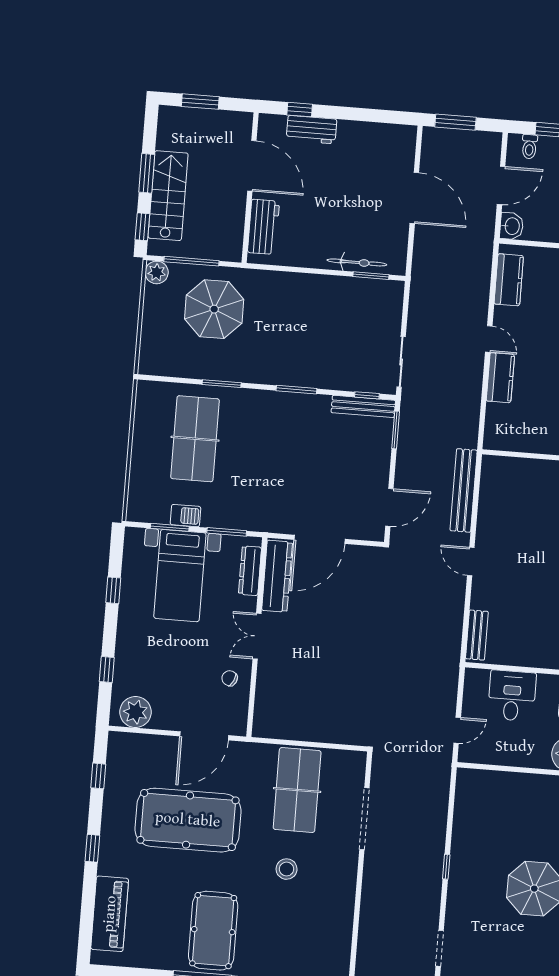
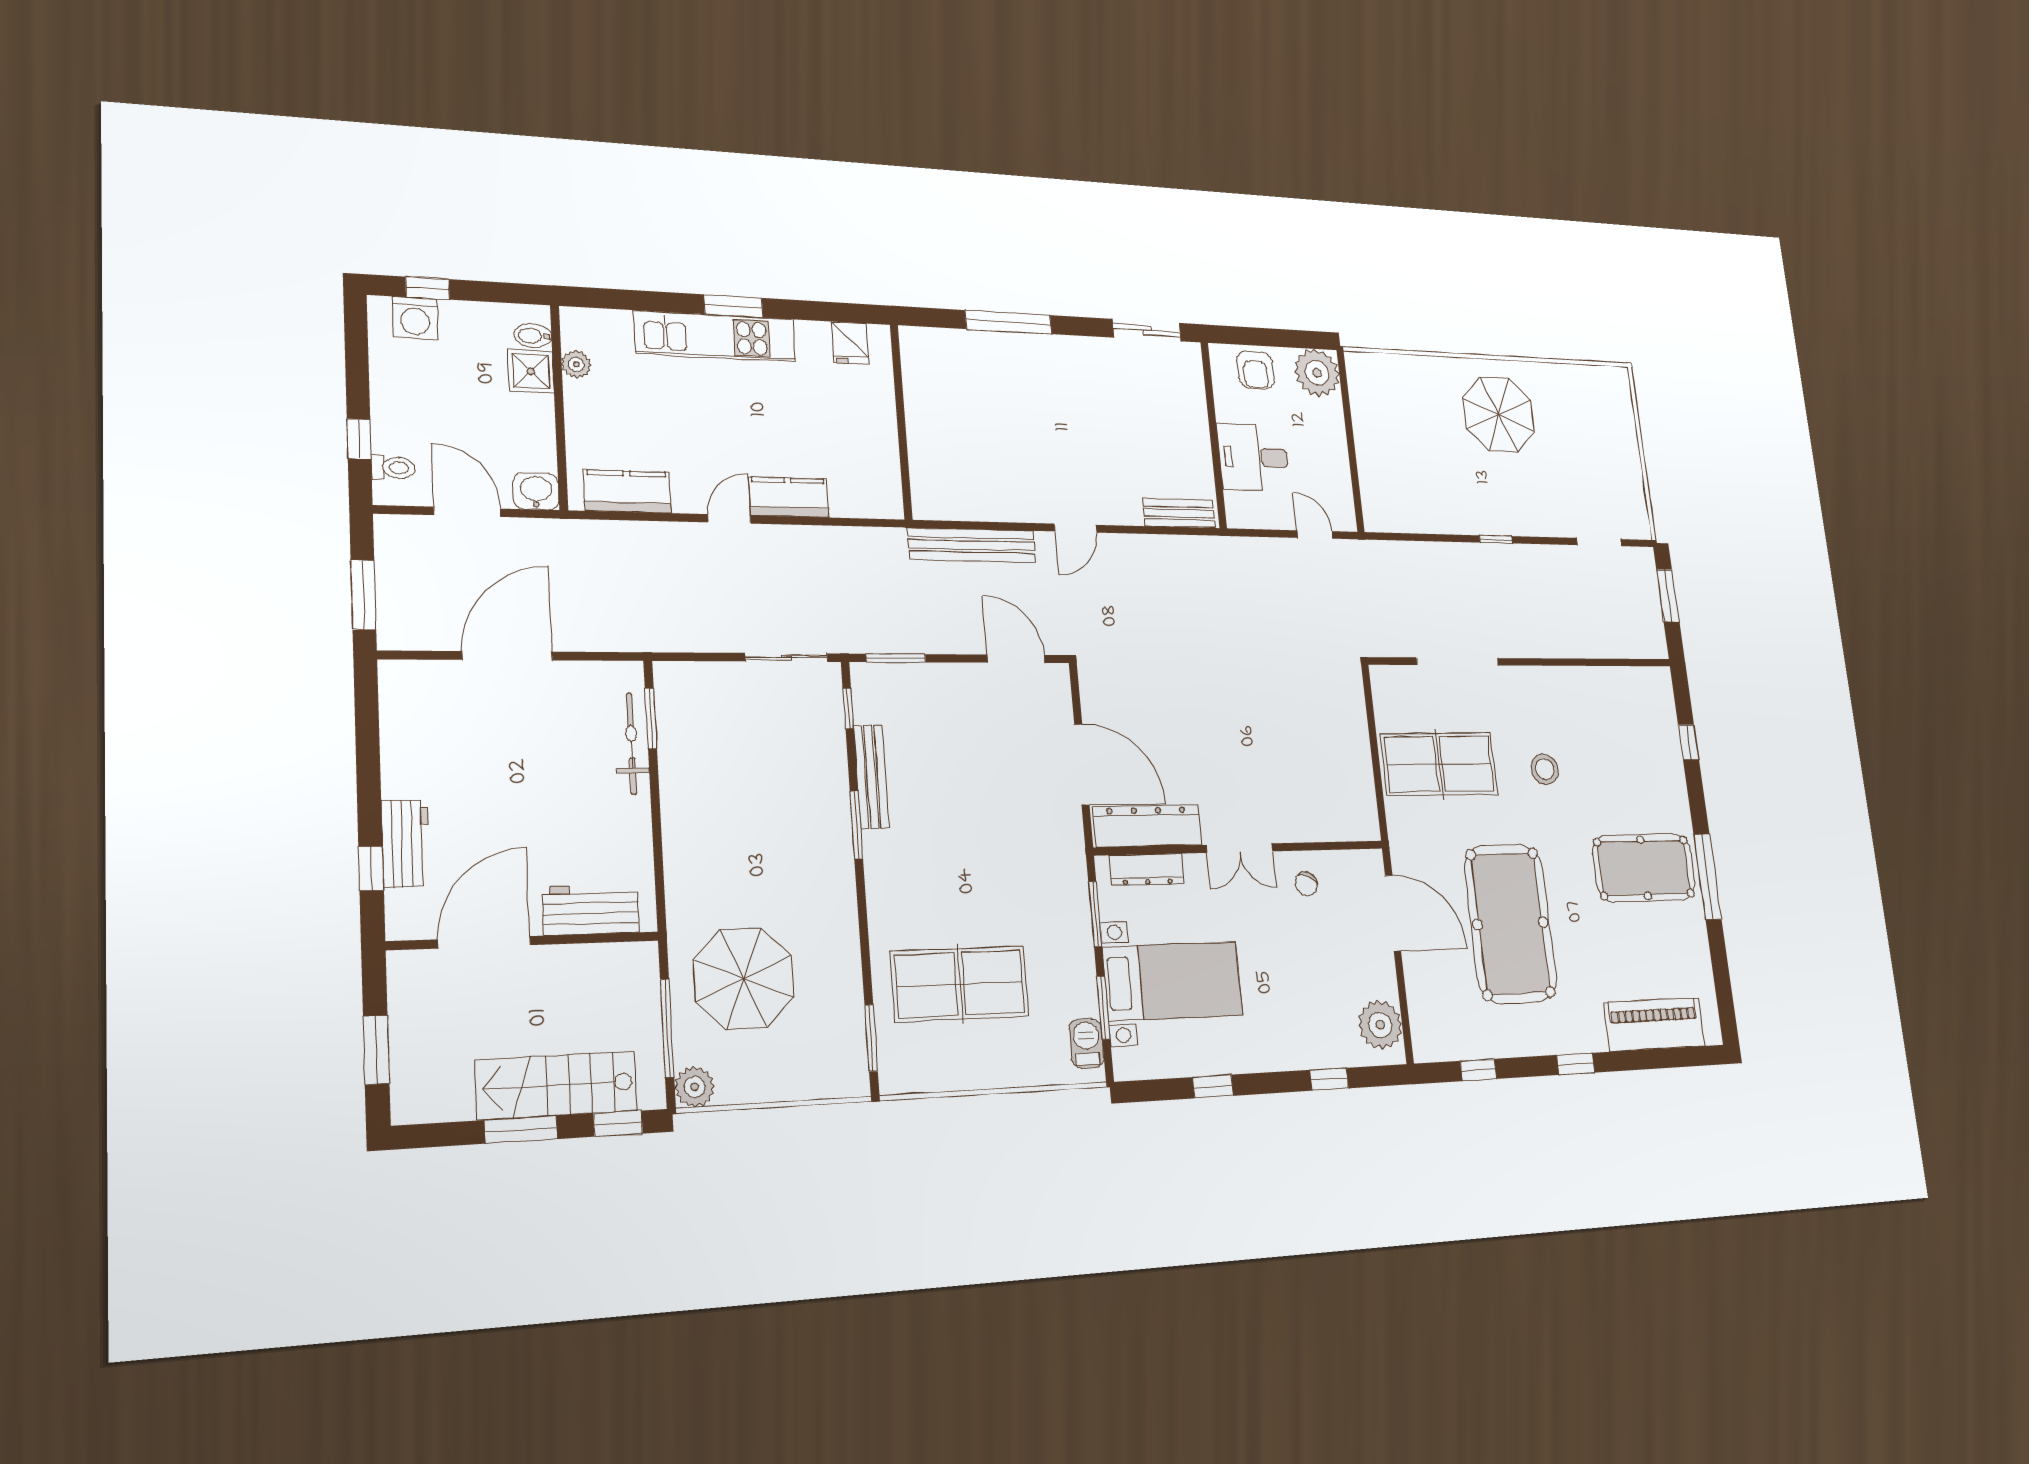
window: (222, 384) -> (871, 1038), moved
bench: (363, 406) -> (871, 777), moved
barbecue: (185, 516) -> (1087, 1043), moved

